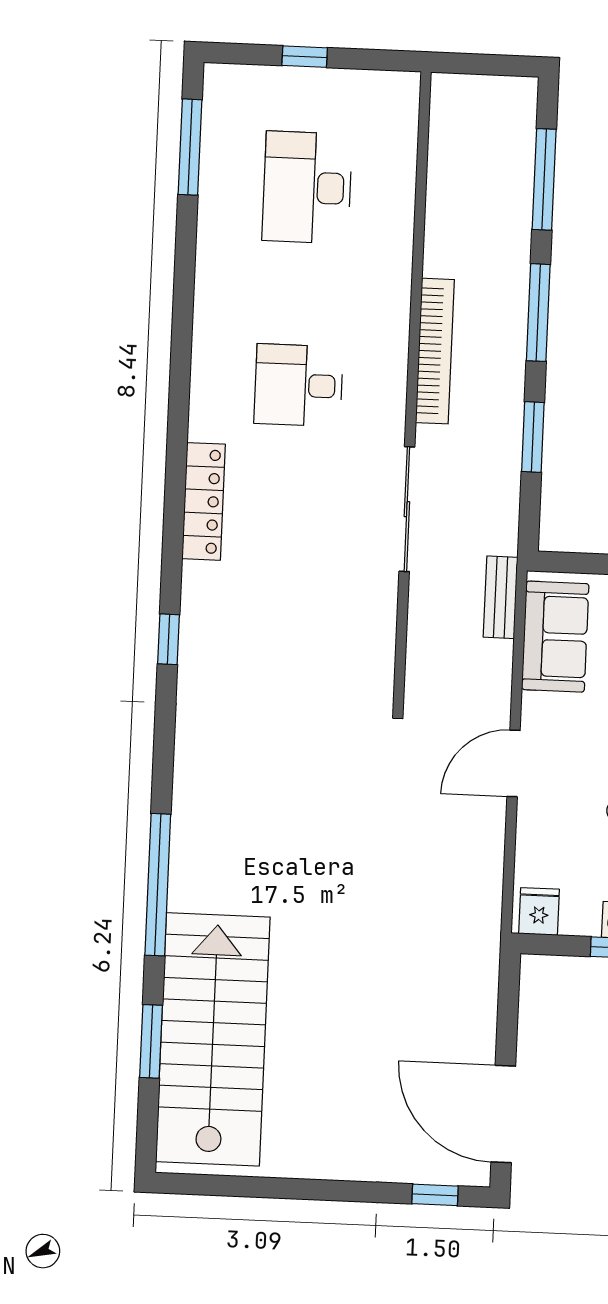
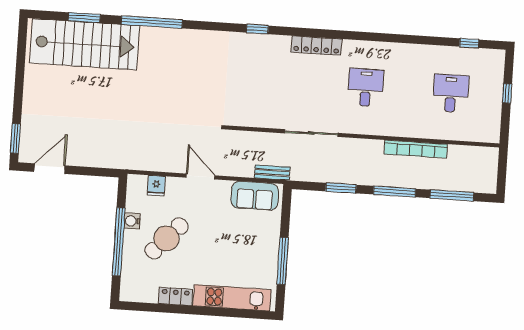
window: (190, 147) -> (469, 43), width x0.46
desk: (307, 187) -> (451, 93), width x0.73
bookcase: (435, 351) -> (416, 149), moved
fridge: (539, 911) -> (156, 186), moved, turned 90
door: (503, 1114) -> (50, 169), width x0.73
window: (435, 1195) -> (15, 138), width x1.50

